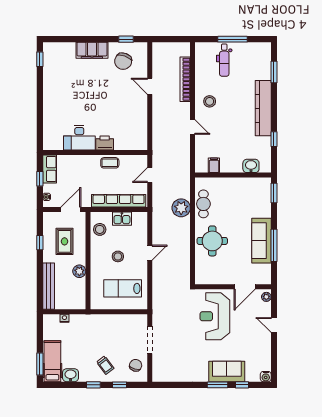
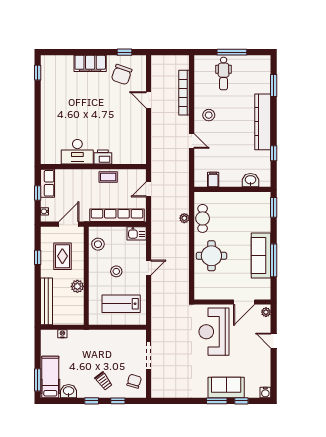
plant: (181, 208) -> (184, 218), width x0.53, depth x0.53
kitchen sink: (122, 219) -> (137, 233), moved

